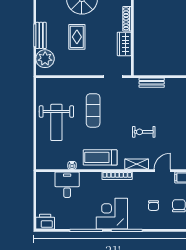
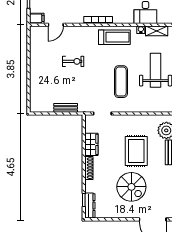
rug: (77, 37) -> (136, 151), width x1.36, depth x1.43
shelving: (137, 164) -> (157, 31), moved

